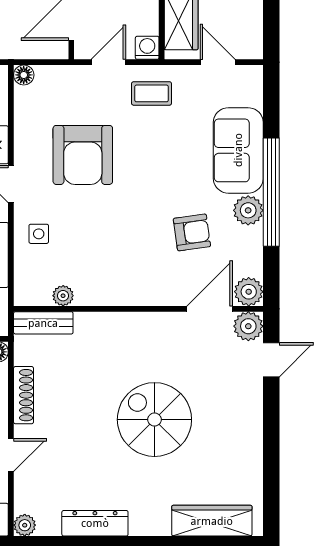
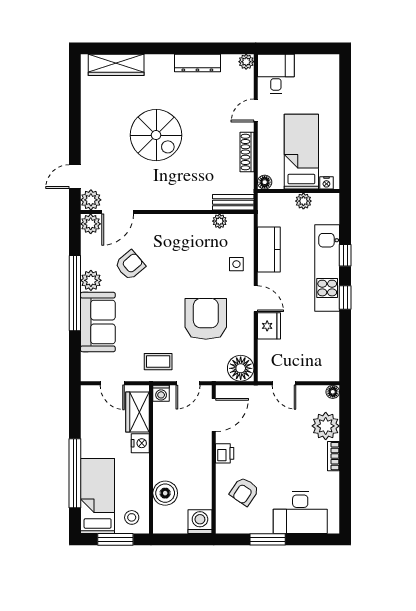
floor lamp: (24, 75) -> (241, 368), width x1.89, depth x1.89
armchair: (192, 232) -> (130, 265), turned 148

